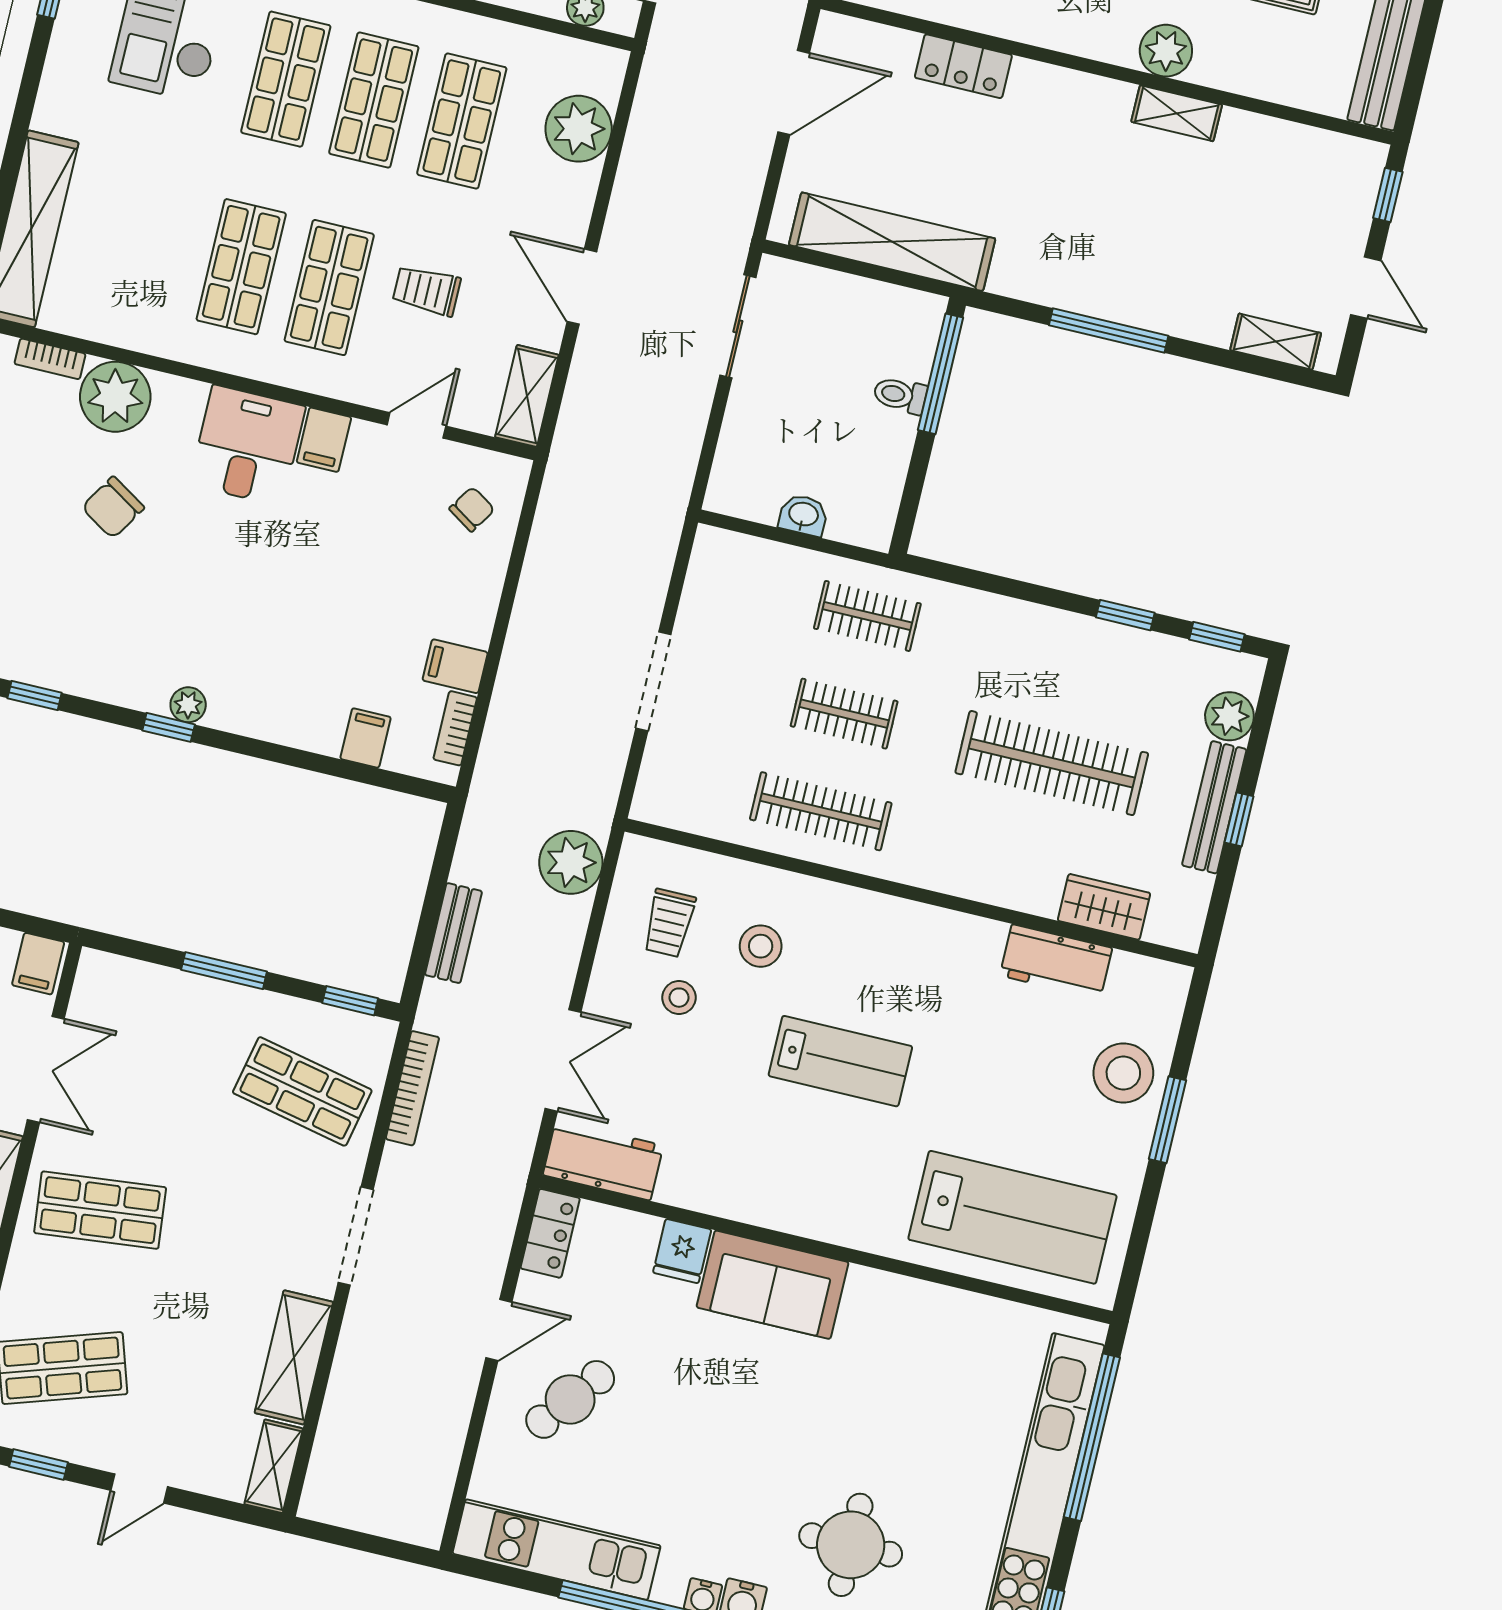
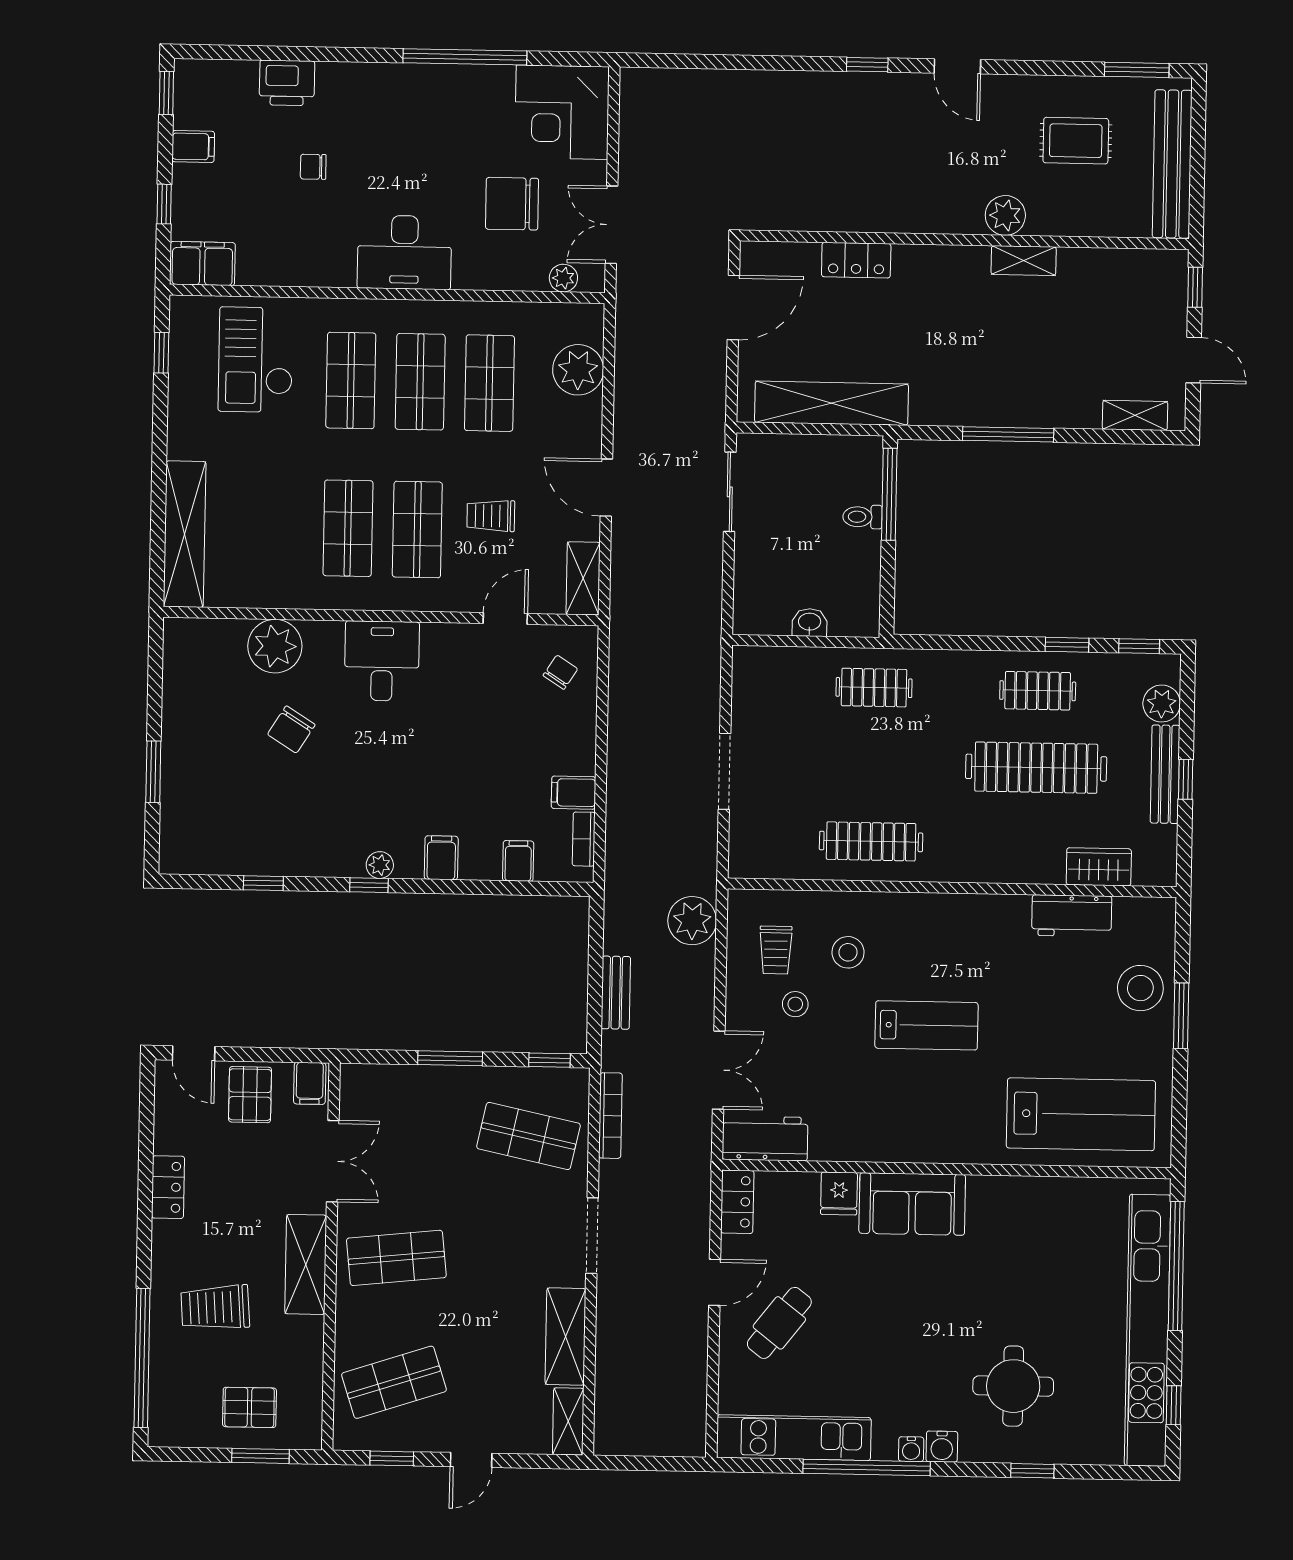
bookcase: (50, 359) -> (220, 628), removed
filing cabinet: (324, 440) -> (441, 858), moved, turned 180
clothes rail: (844, 714) -> (1038, 691), moved

